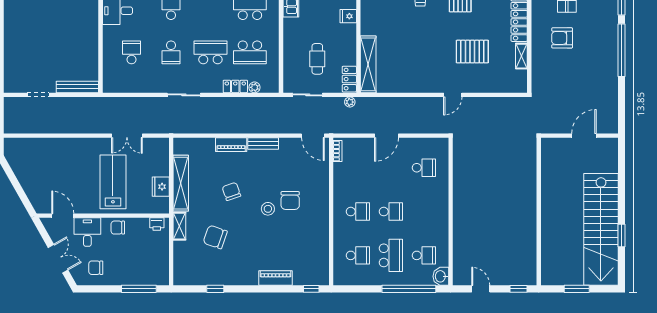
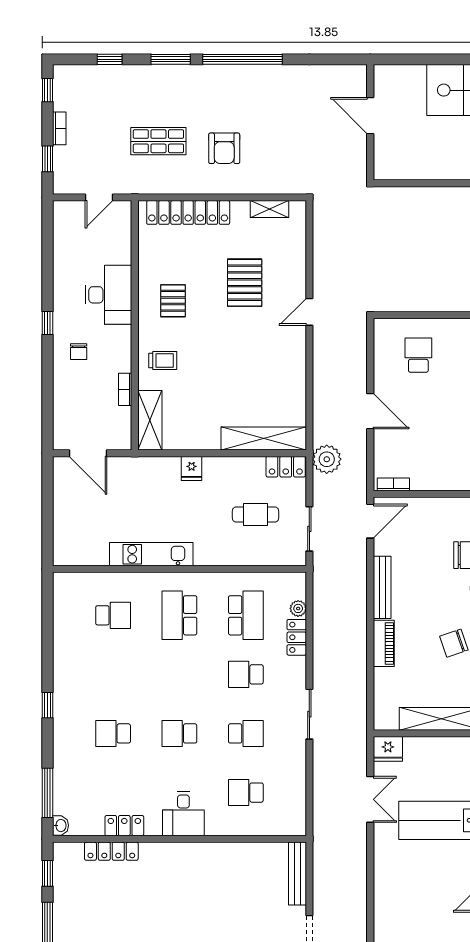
school desk: (210, 52) -> (246, 674), width x0.54
shelving: (521, 56) -> (270, 209), moved
door: (453, 95) -> (309, 312), swing flipped
plant: (350, 102) -> (327, 459), width x1.88, depth x1.88
bench: (263, 143) -> (382, 587), width x1.36
fridge: (161, 187) -> (388, 749), moved

